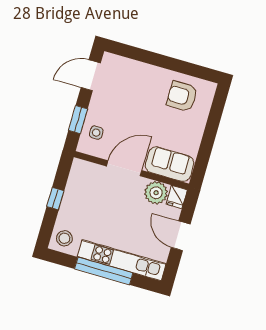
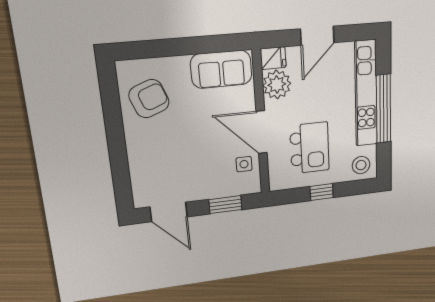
armchair: (182, 96) -> (149, 99), turned -111
side table: (96, 133) -> (244, 164), moved
sofa: (169, 164) -> (221, 69), moved, turned -90
kitchen island: (96, 201) -> (310, 148), added

